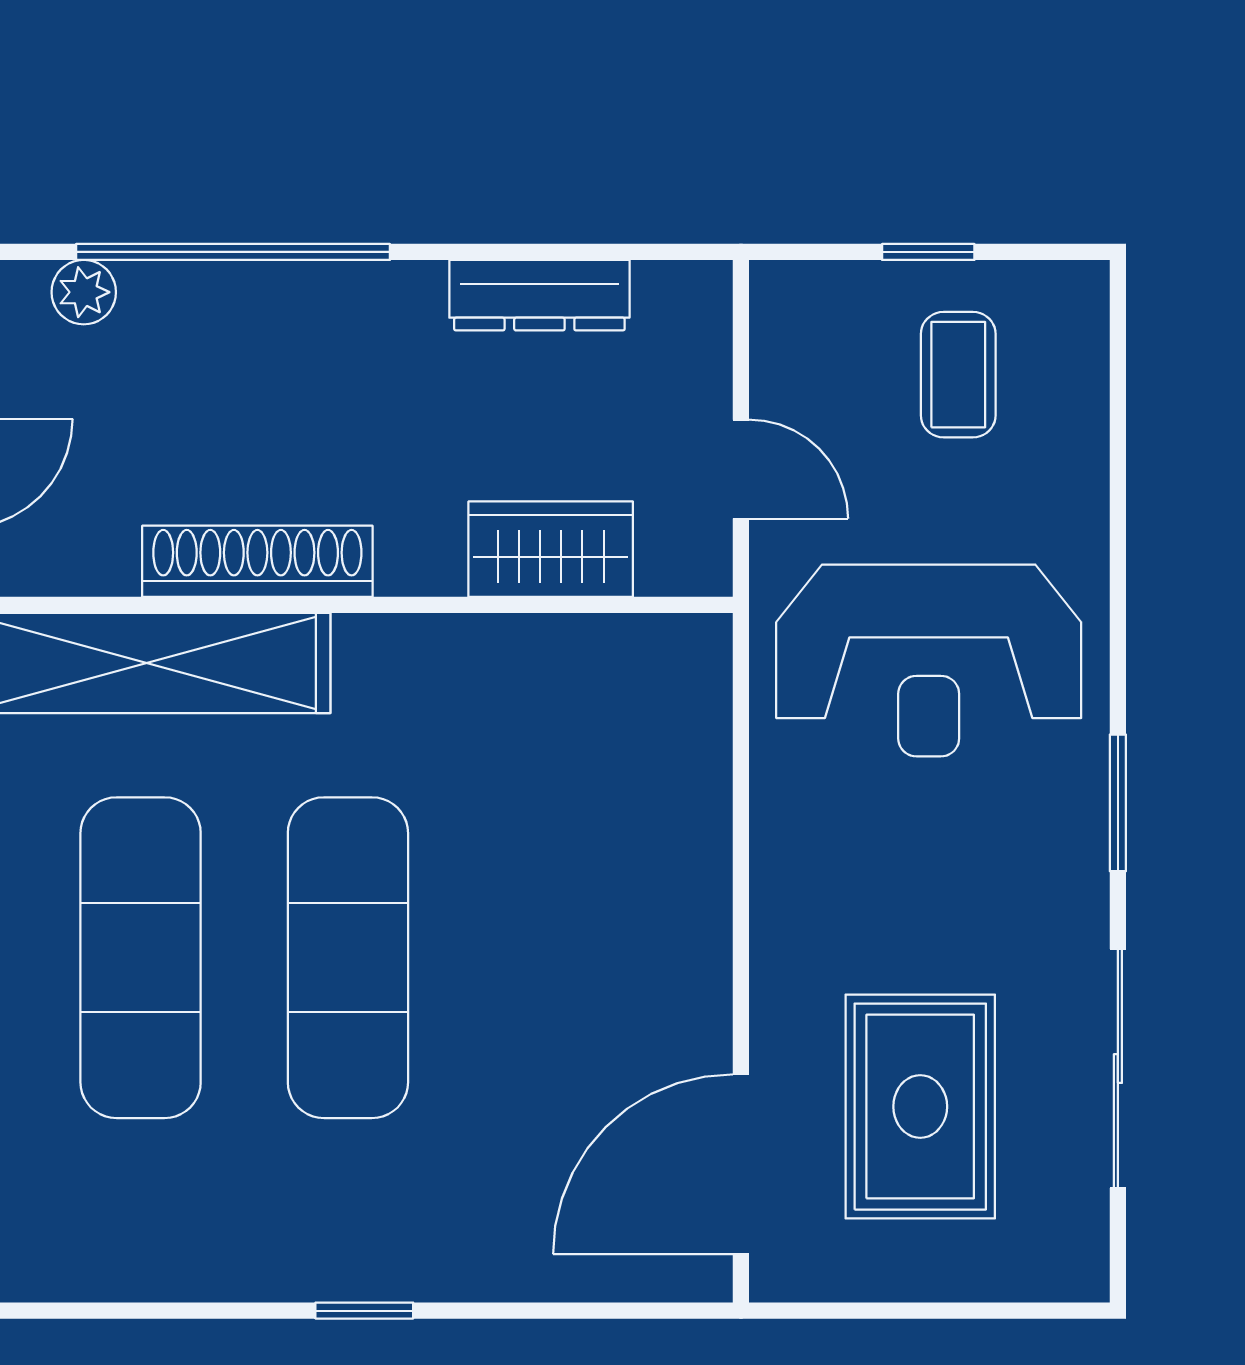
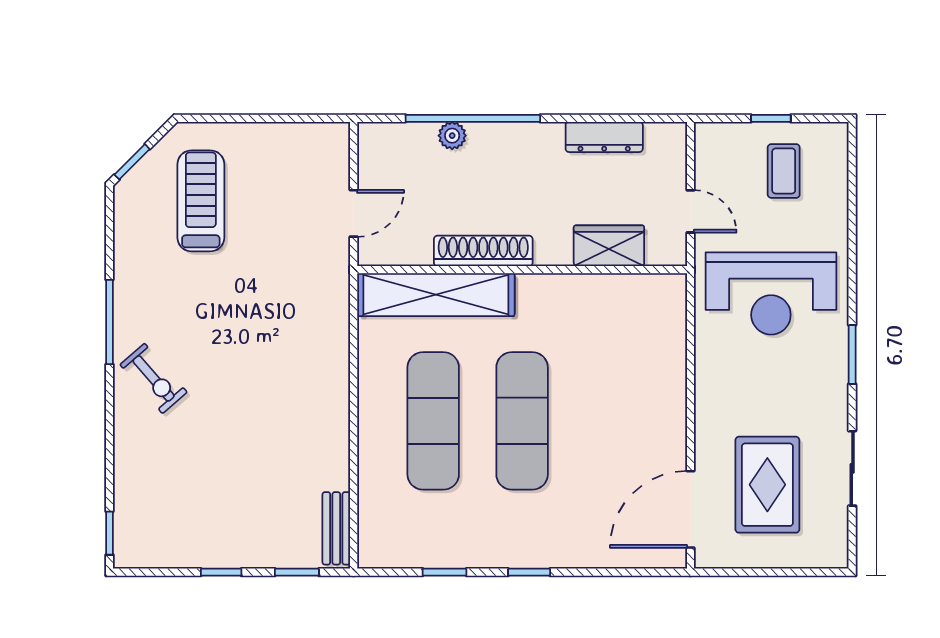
plant: (84, 292) -> (452, 136), moved
sliding door: (1118, 1069) -> (852, 468), width x0.73
window: (167, 1311) -> (444, 572), added

